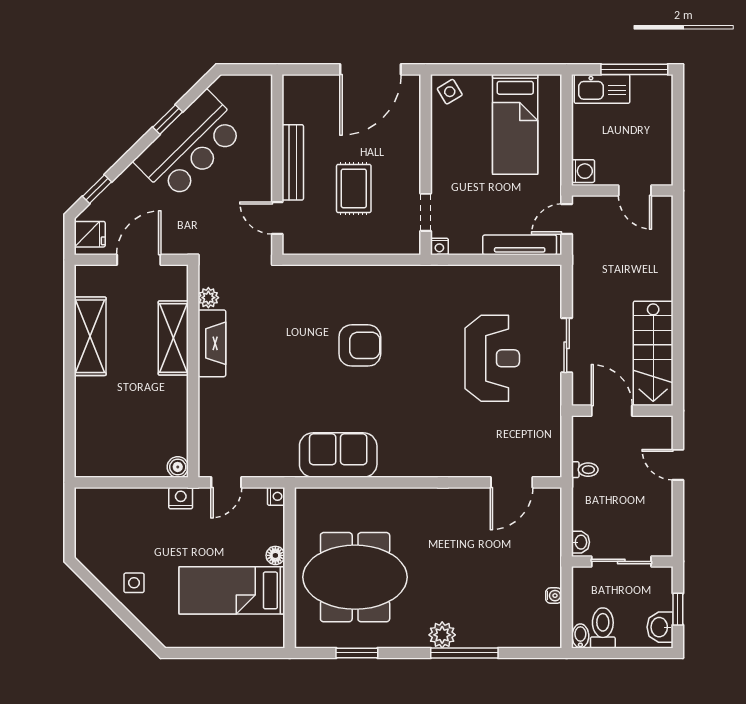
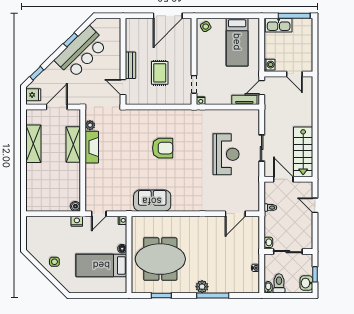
bench: (293, 162) -> (130, 65), width x0.73
tv unit: (520, 245) -> (244, 100), width x0.71

